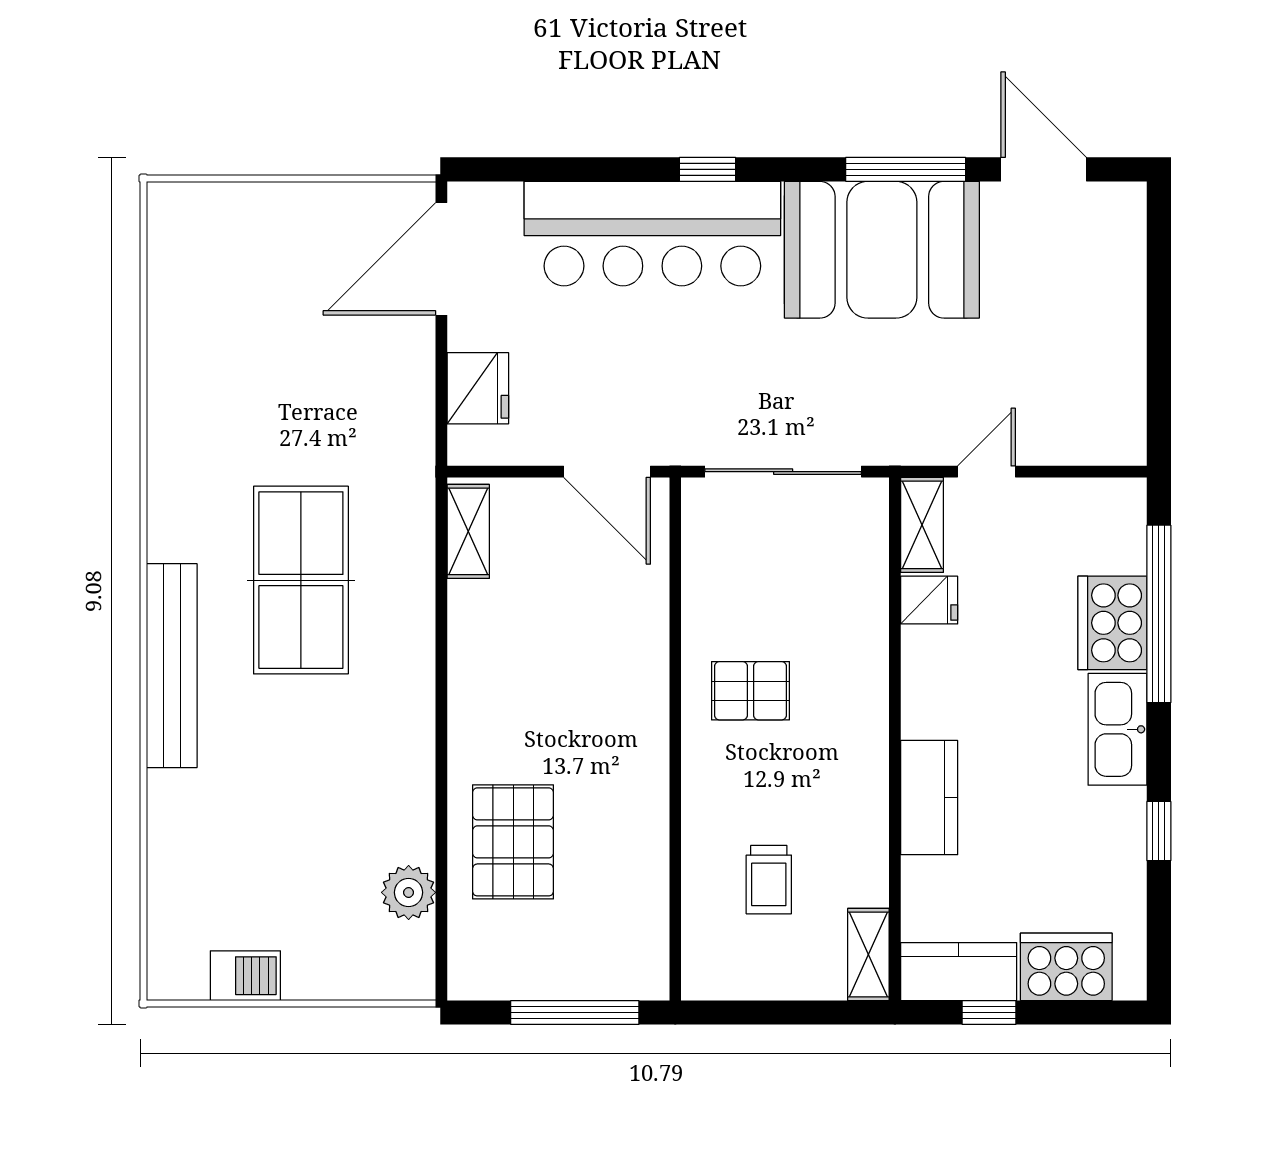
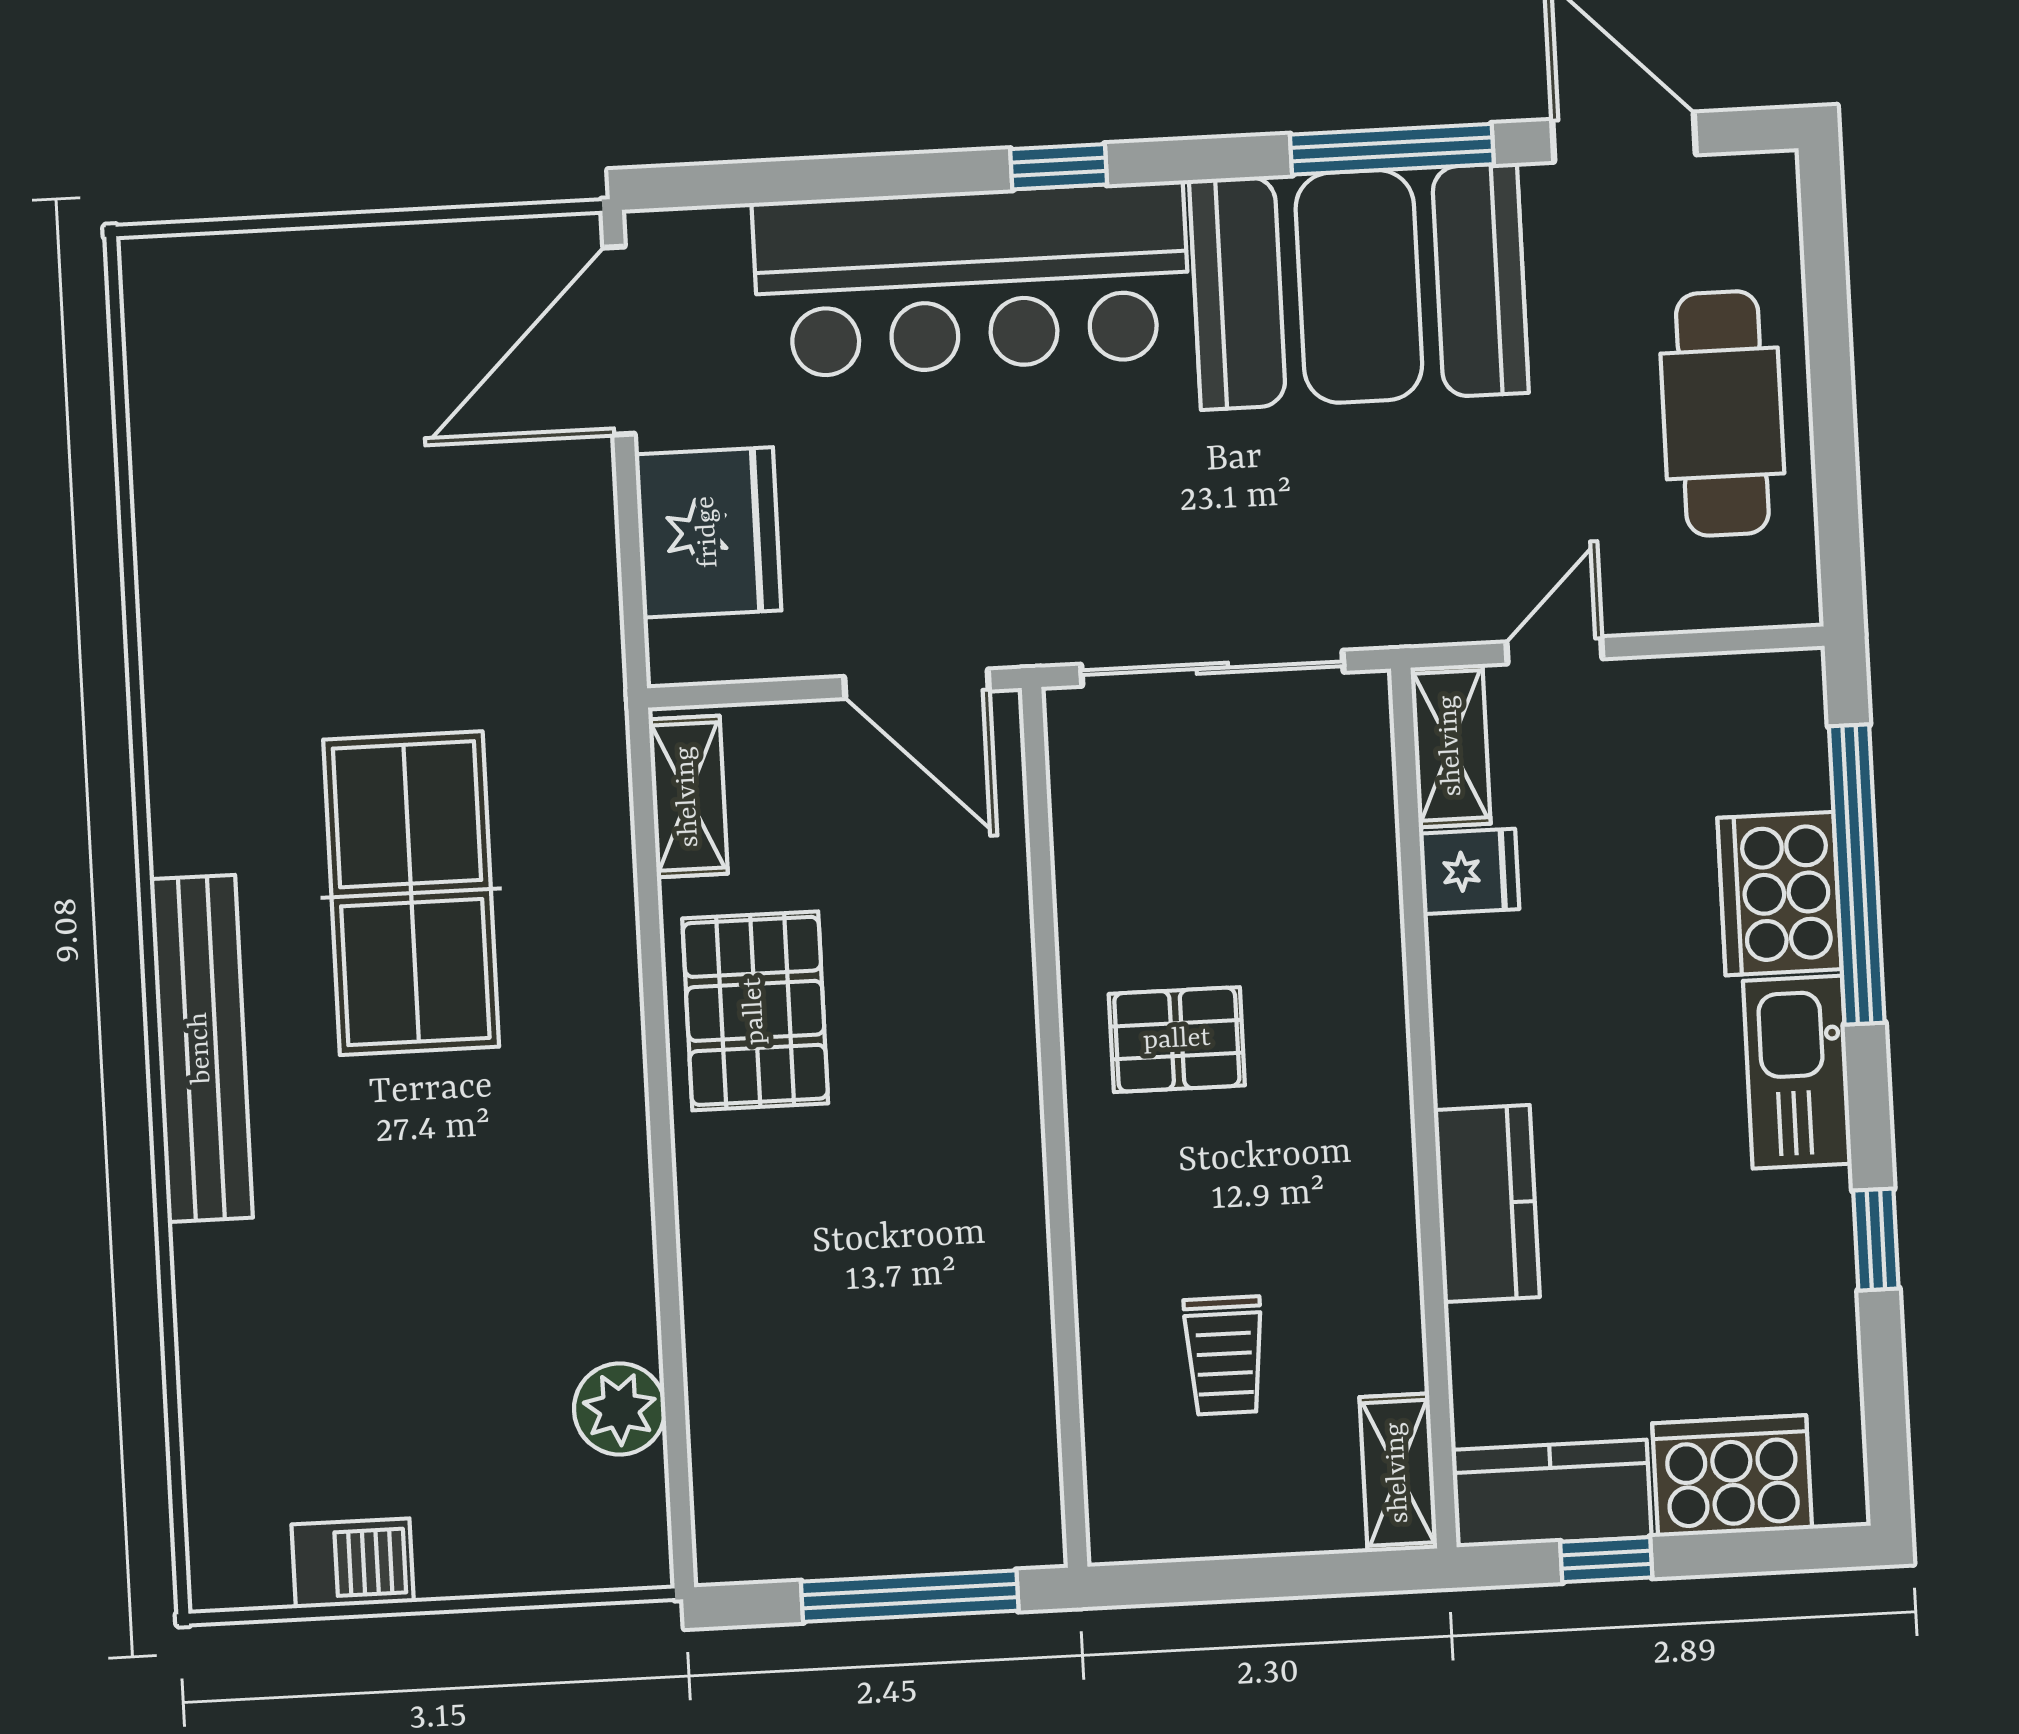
cafe table: (1093, 336) -> (1722, 413), added
fridge: (478, 388) -> (708, 532), width x1.36, depth x1.34
pallet: (513, 842) -> (755, 1011), moved

